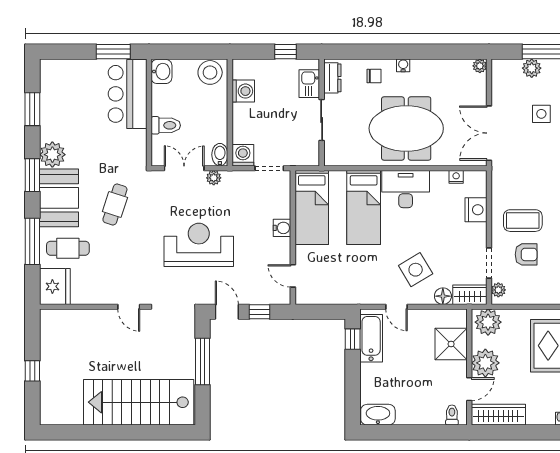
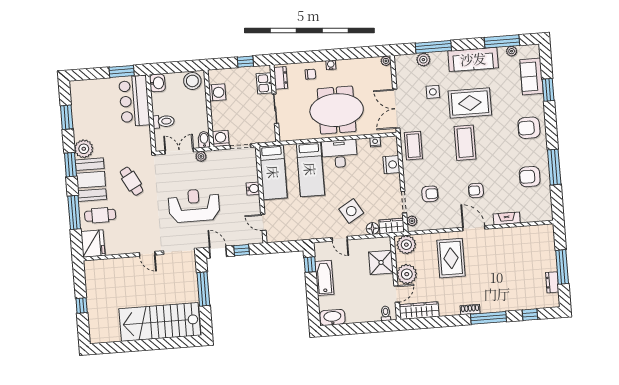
cafe table: (115, 205) -> (132, 181), turned -46
coffee table: (523, 221) -> (413, 146), moved, turned 90
bathtub: (371, 338) -> (324, 278), moved

